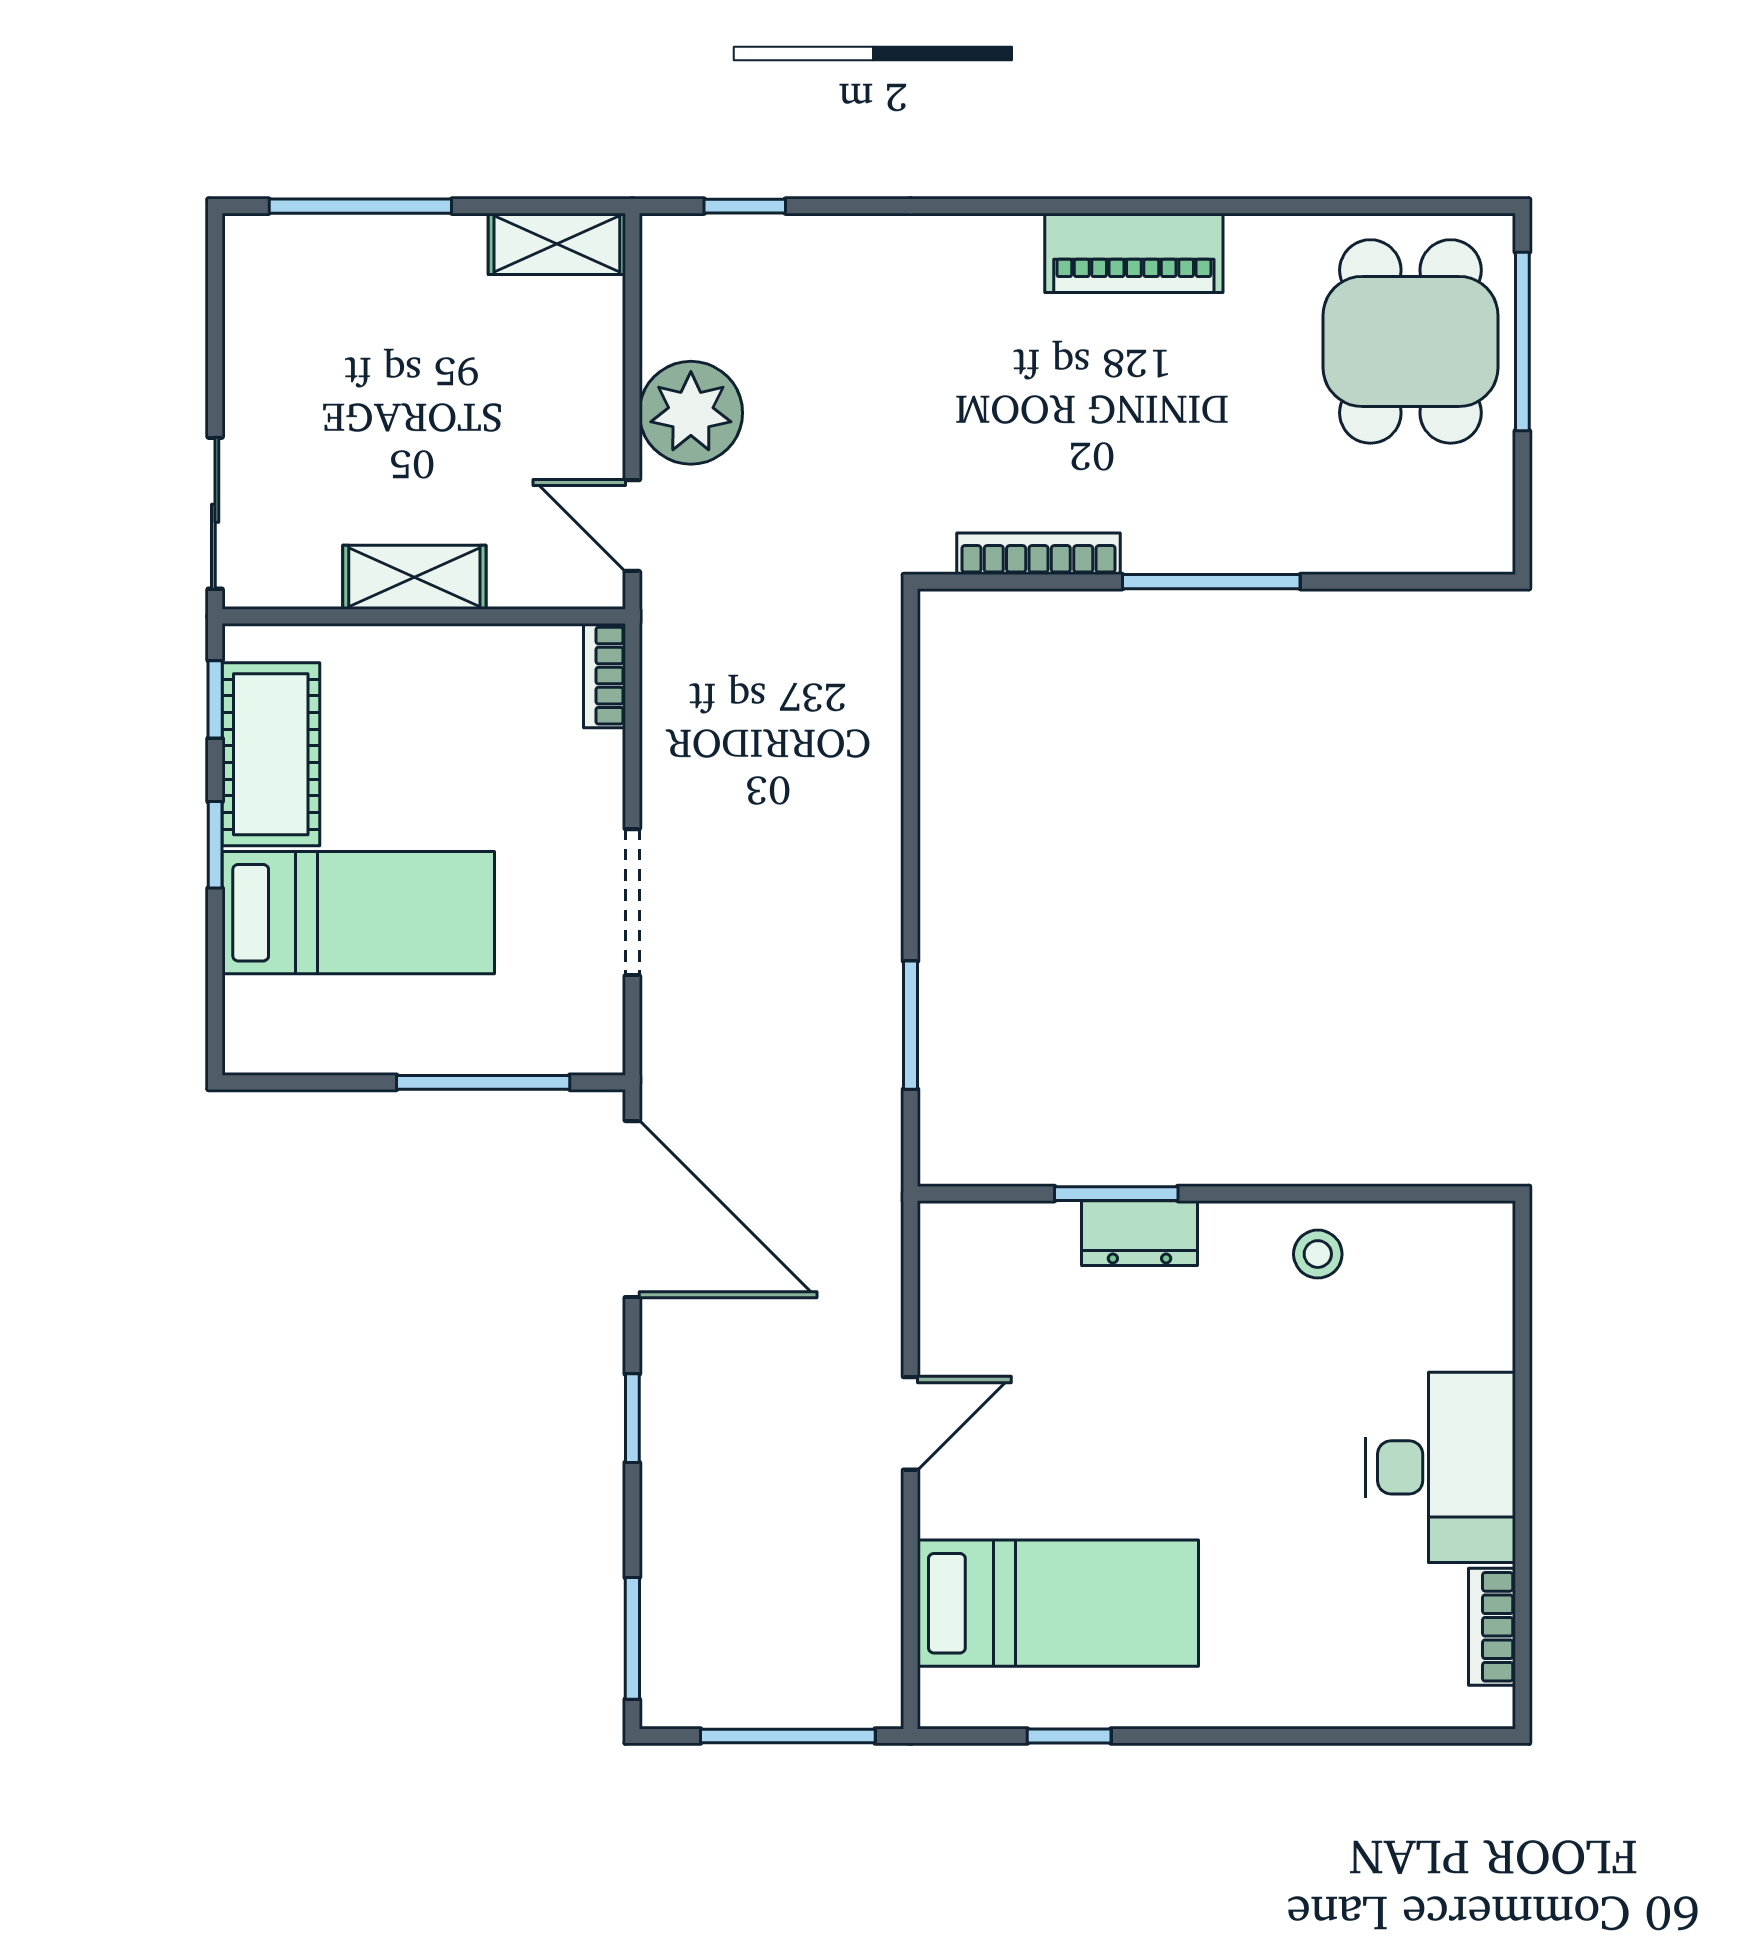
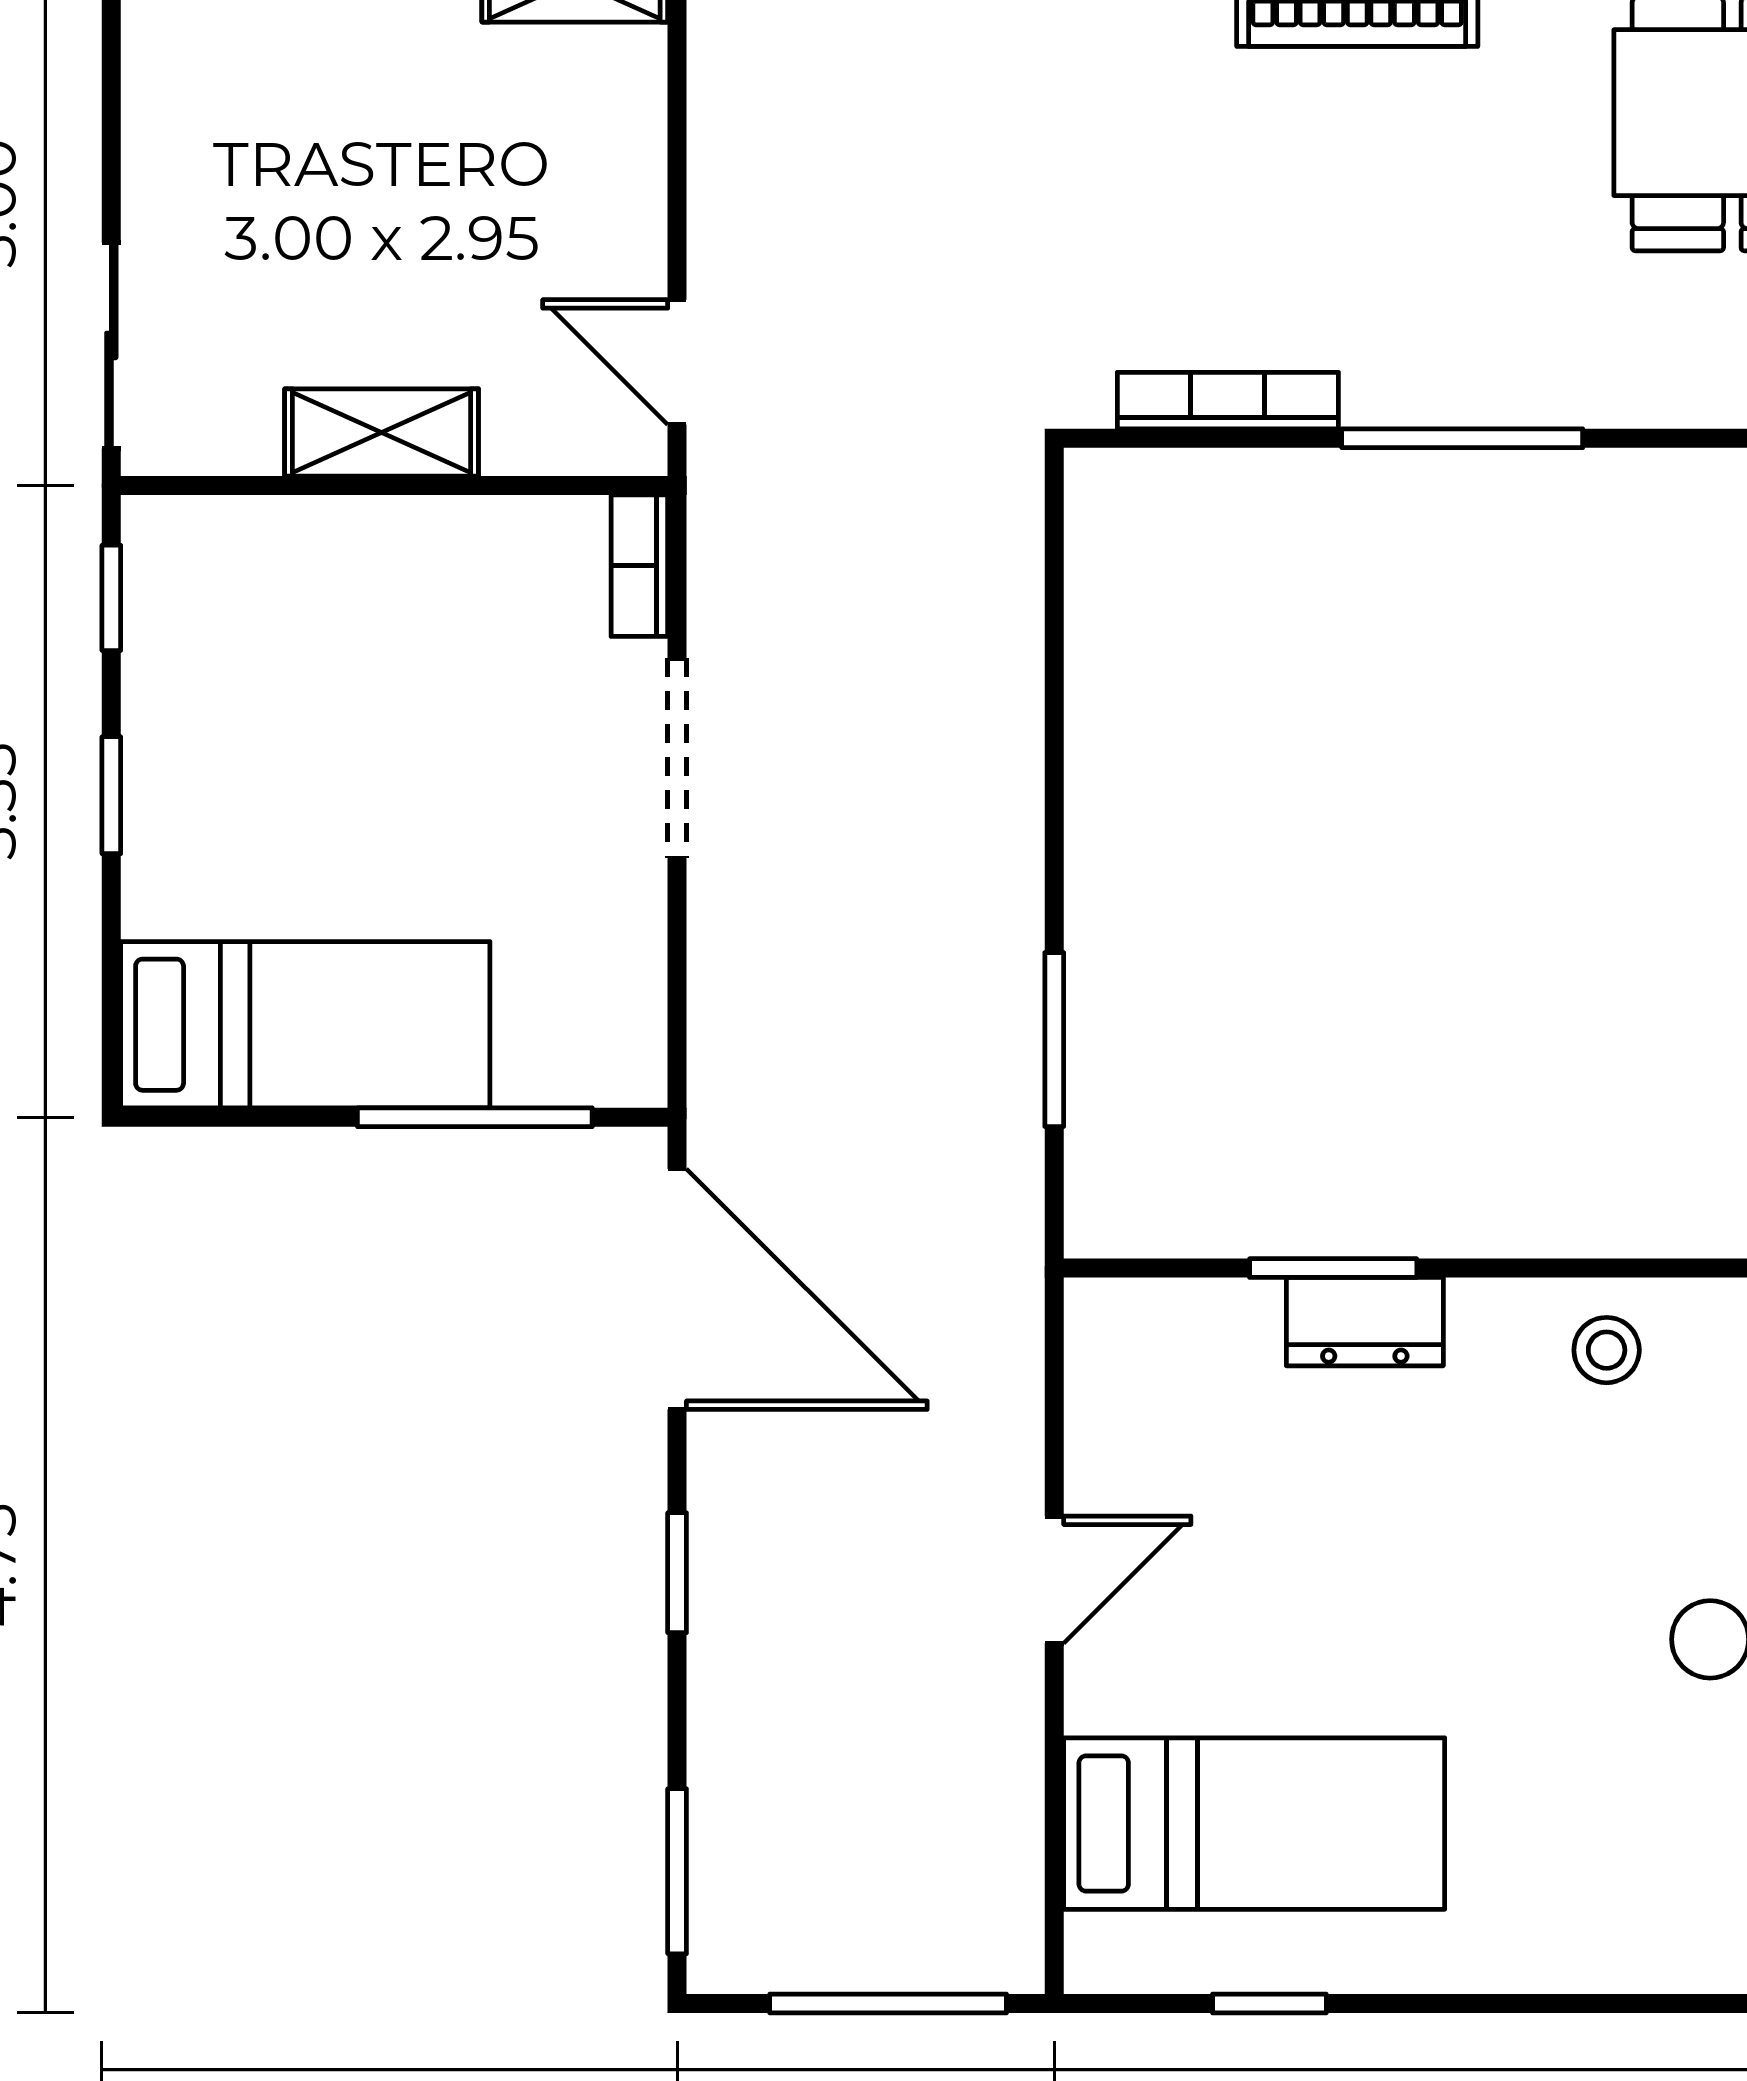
plant: (691, 413) -> (756, 209), removed
cot: (271, 754) -> (187, 672), removed
doorway: (632, 902) -> (677, 758), moved
bed: (358, 913) -> (305, 1025), moved

